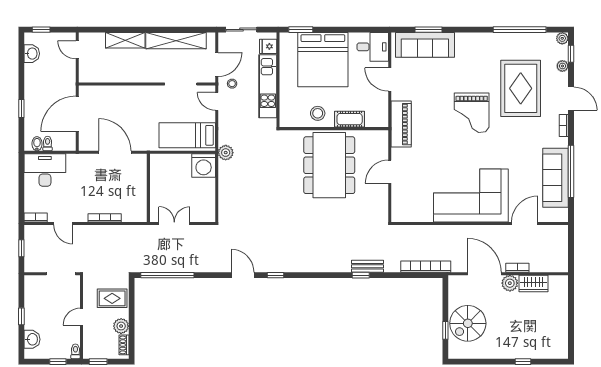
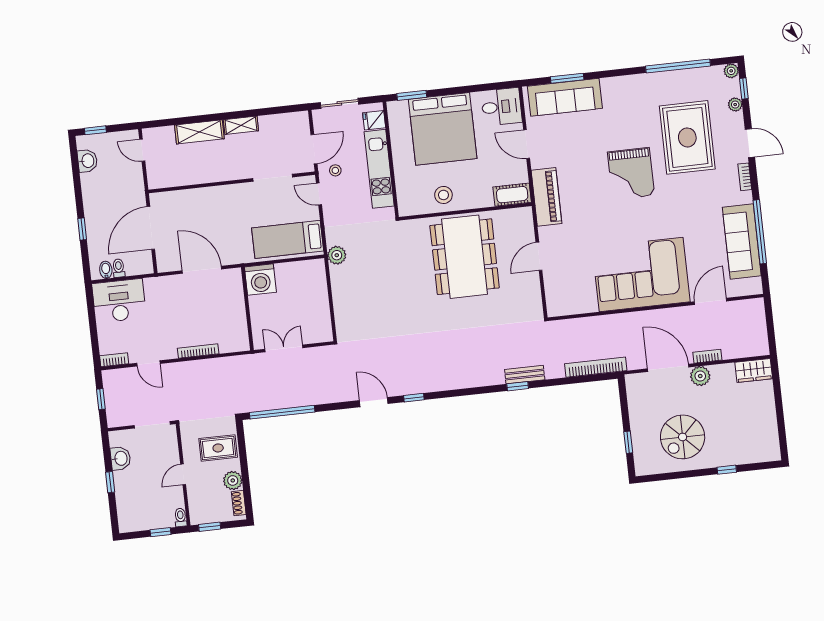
shelving: (176, 41) -> (241, 125), width x0.45, depth x0.75
cot: (350, 119) -> (512, 195), moved
washing machine: (204, 166) -> (260, 280), moved
wardrobe: (533, 283) -> (754, 370), moved
spiral stairs: (468, 323) -> (683, 437), moved
washbasin: (32, 339) -> (121, 458), moved

